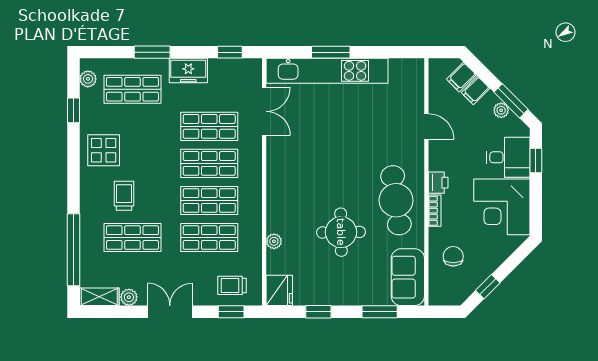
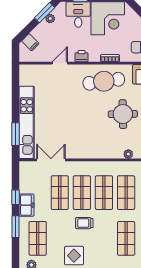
window: (230, 52) -> (16, 197), moved
window: (331, 52) -> (16, 134), moved
filing cabinet: (476, 90) -> (38, 34), removed
printer: (438, 183) -> (82, 56), moved
trolley: (124, 196) -> (84, 223), moved

